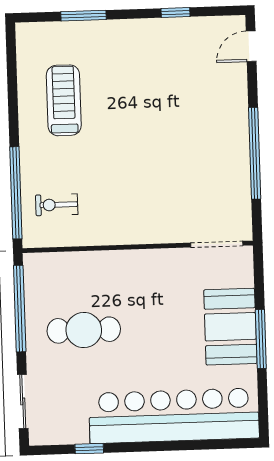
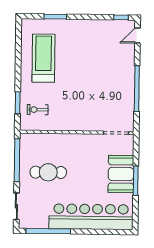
window: (176, 12) -> (121, 17), moved
treadmill: (64, 100) -> (44, 58), width x1.37, depth x1.38
window: (16, 193) -> (18, 103), width x0.47
window: (89, 449) -> (48, 231), width x3.17

